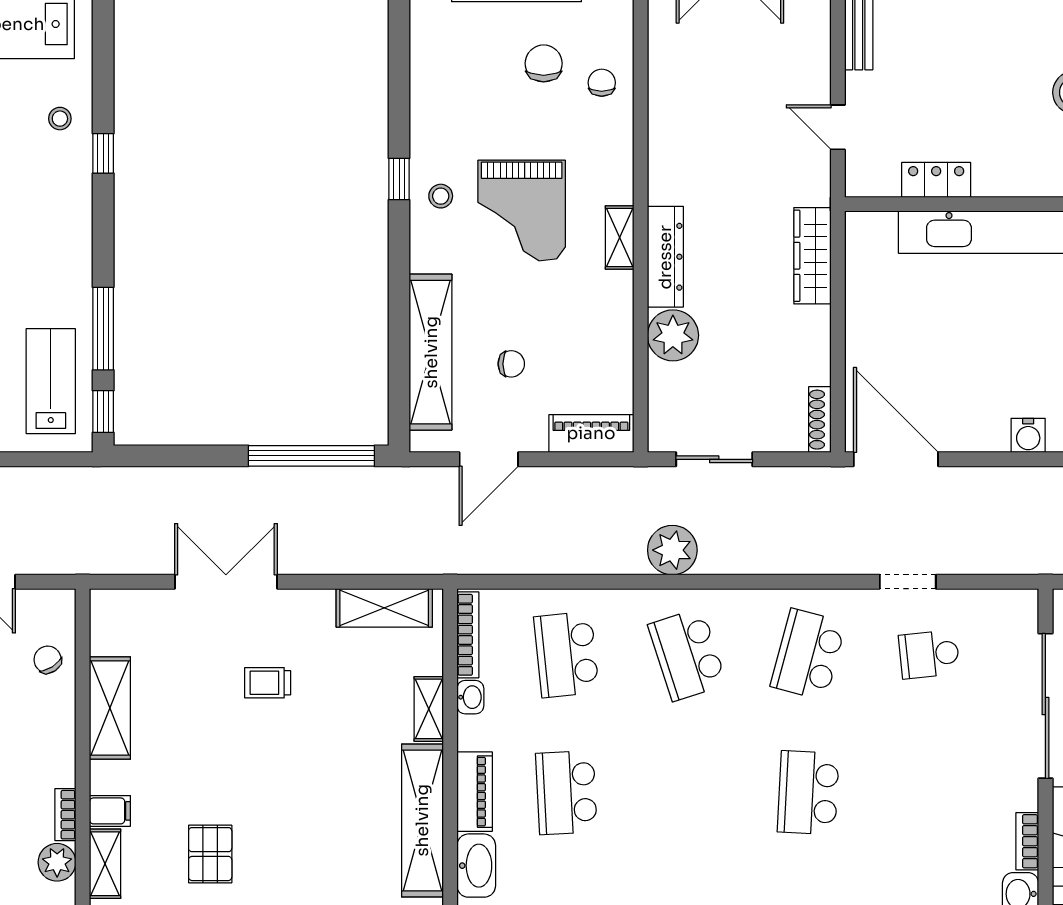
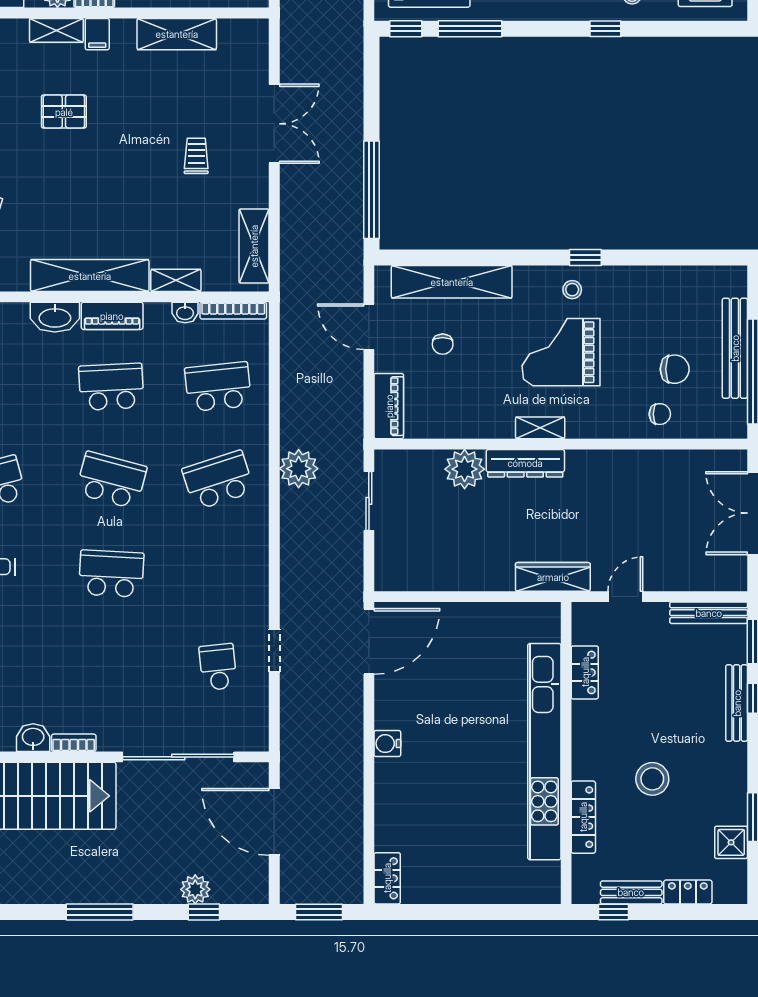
wardrobe: (812, 256) -> (553, 577), moved
shoe rack: (820, 420) -> (400, 583), removed
school desk: (808, 654) -> (111, 480), moved

